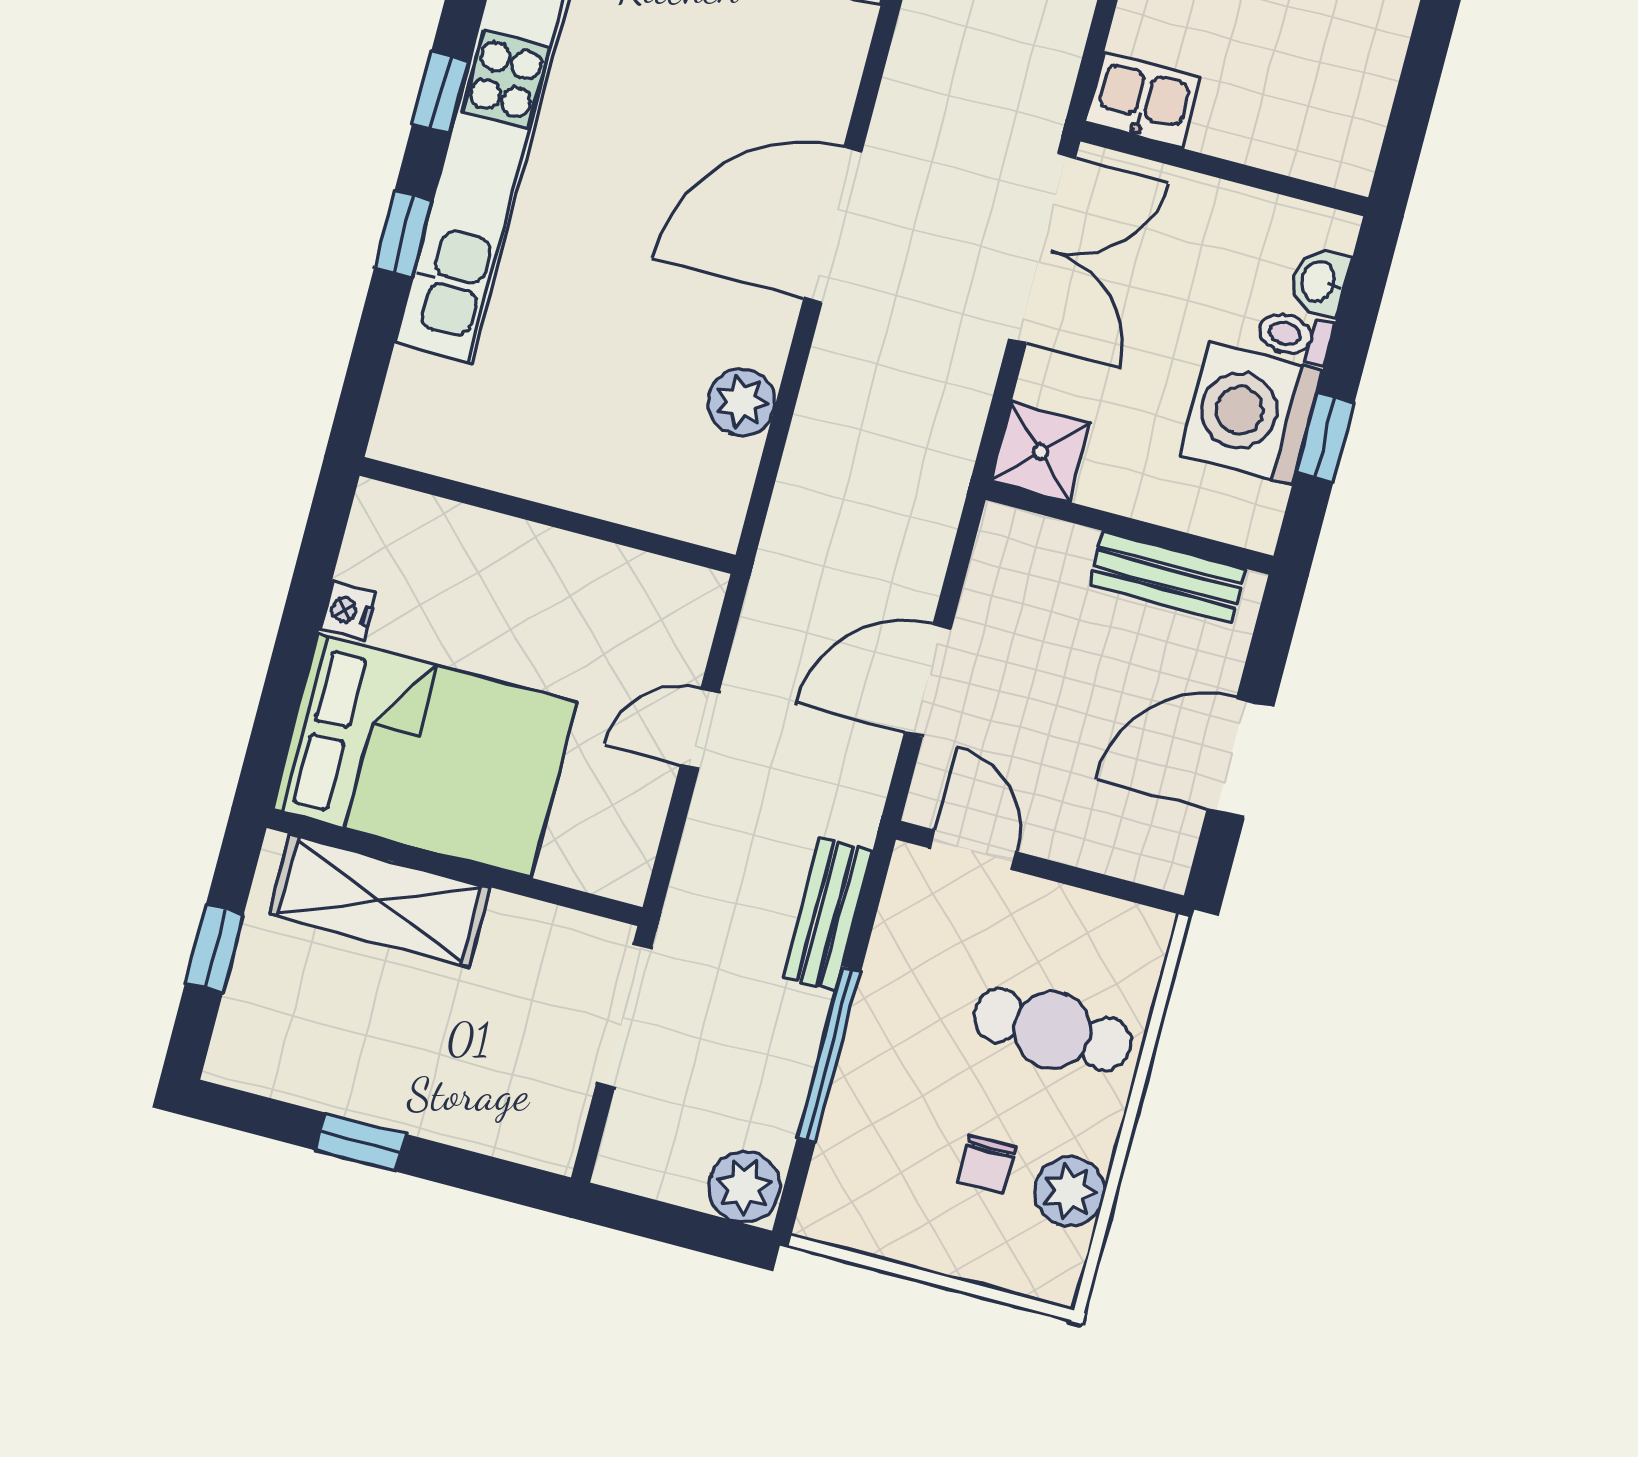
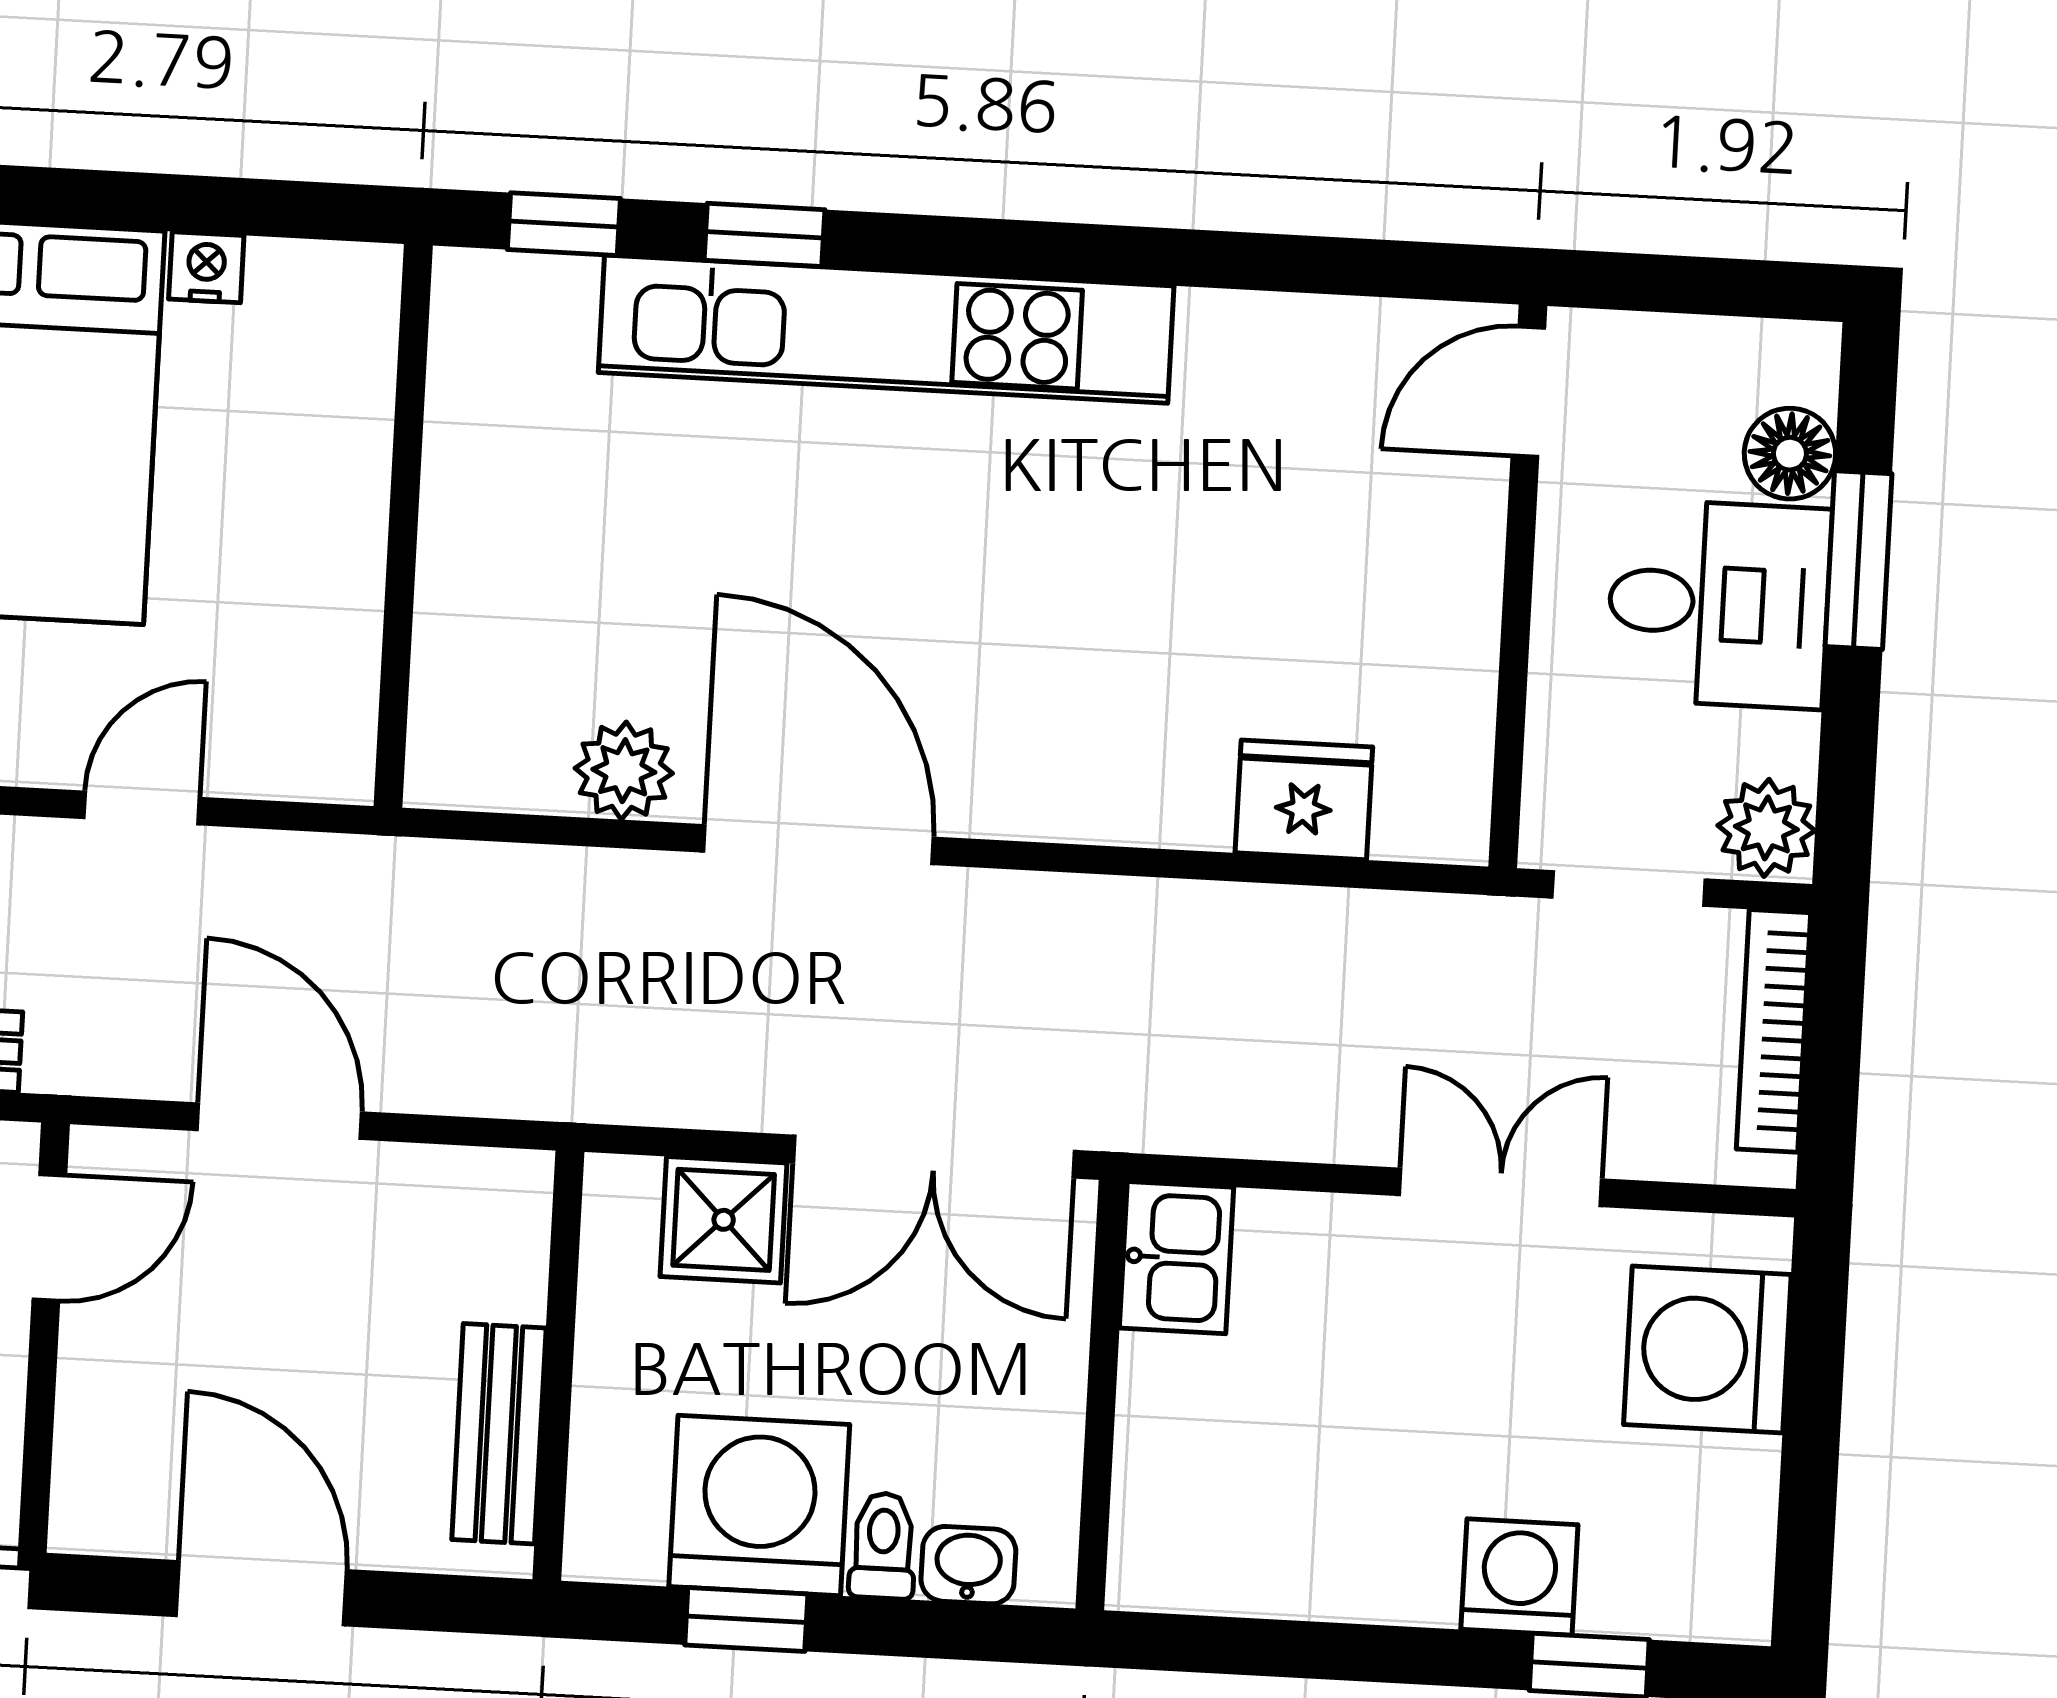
window: (441, 92) -> (564, 224), moved
door: (833, 225) -> (818, 845), moved
shower: (1041, 452) -> (724, 1220), moved
door: (700, 729) -> (142, 808), hinge flipped

